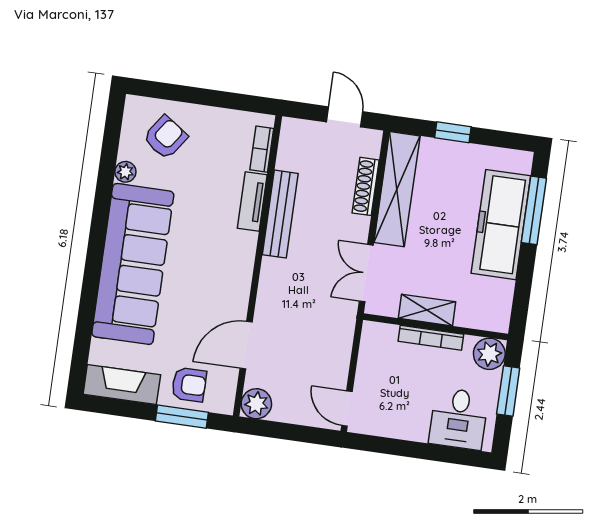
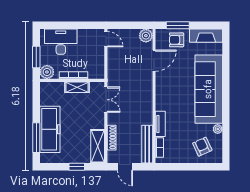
armchair: (165, 137) -> (202, 147), turned 120
shelving: (397, 189) -> (98, 146), width x0.68
bench: (280, 214) -> (147, 144), moved
desk: (459, 419) -> (61, 42), width x1.37

